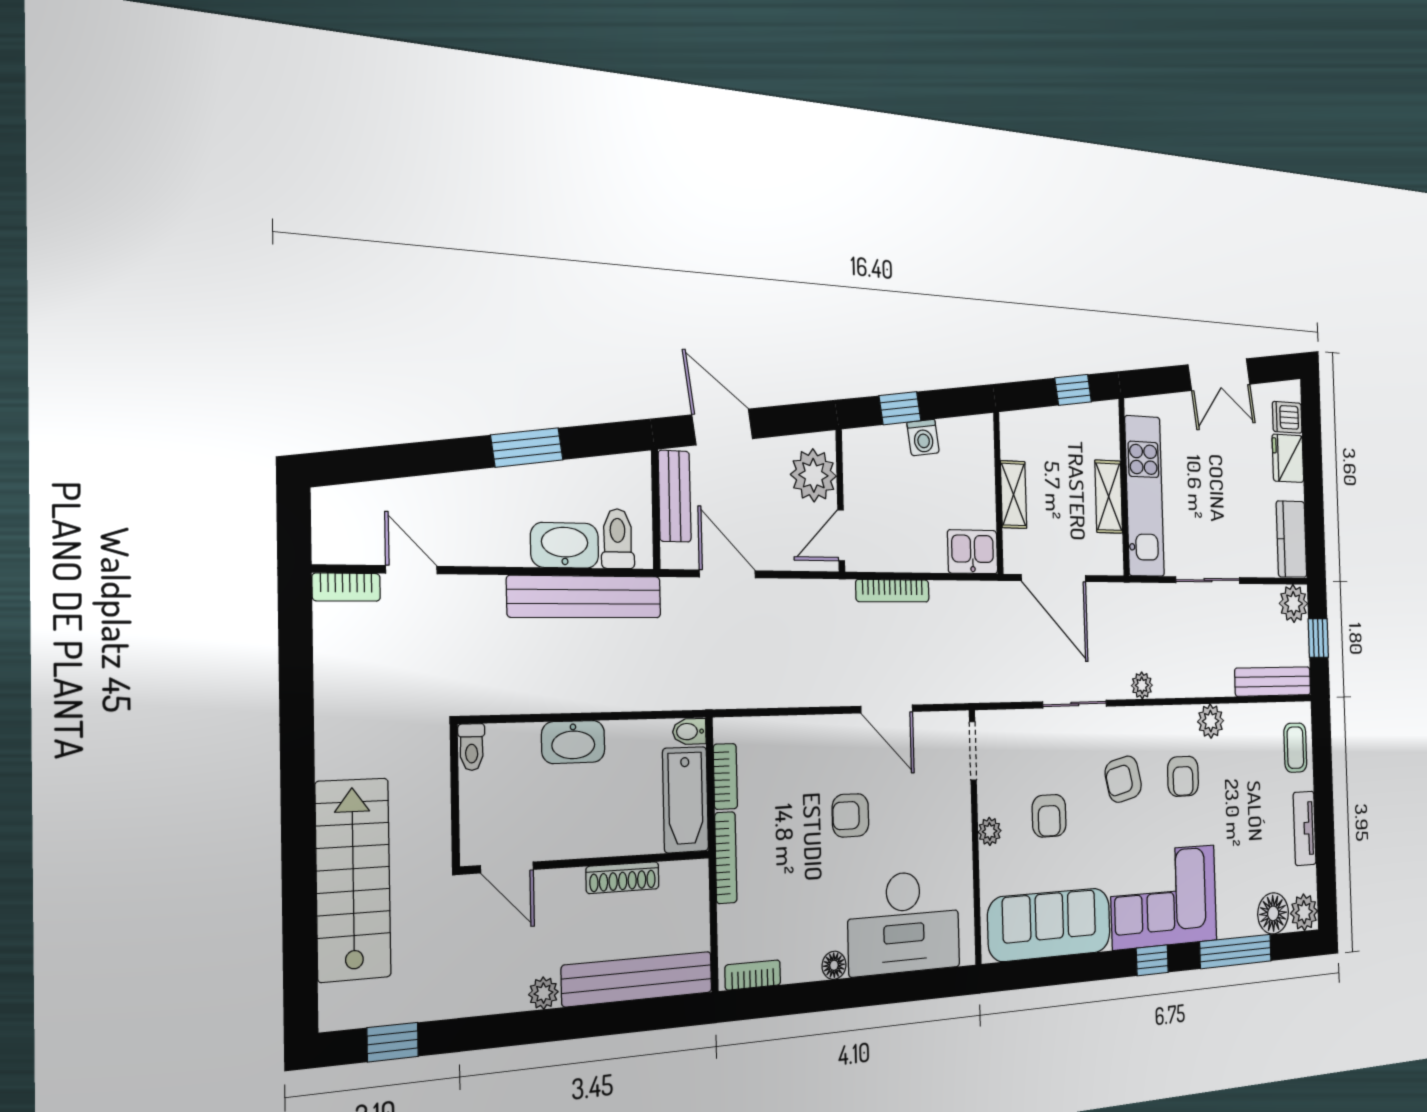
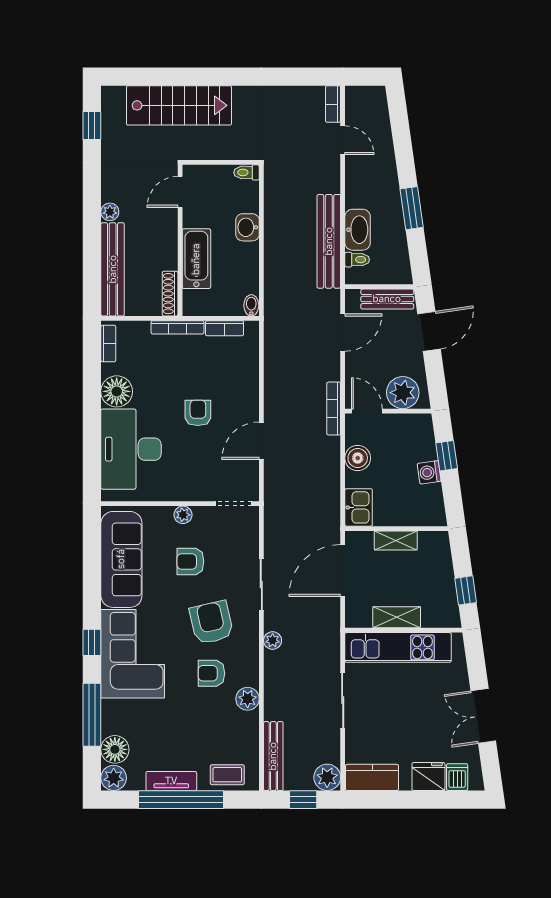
toilet: (618, 539) -> (357, 260), width x0.73, depth x0.72
boiler: (907, 552) -> (358, 458), added
door: (411, 570) -> (343, 140), hinge flipped
bookcase: (893, 591) -> (334, 409), moved
washbasin: (573, 742) -> (247, 227), width x0.72
armchair: (1123, 779) -> (211, 623), width x1.38, depth x1.38
bathtub: (686, 800) -> (196, 259), moved, turned 90
window: (1324, 813) -> (181, 800), added
shoe rack: (623, 878) -> (170, 294), moved
floor lamp: (834, 965) -> (117, 391), width x1.89, depth x1.89

